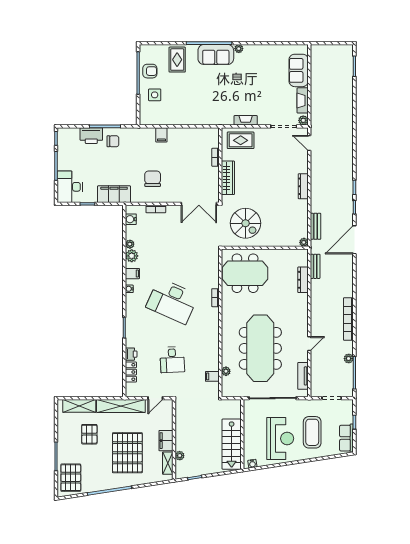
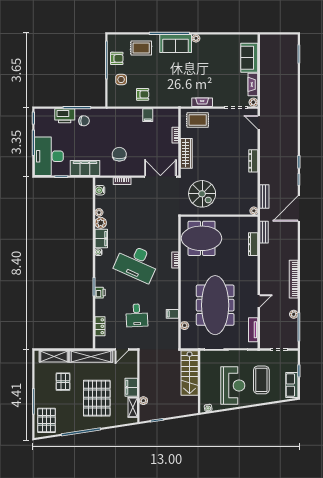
rug: (177, 60) -> (141, 48), turned 90
armchair: (179, 112) -> (143, 94), added
filing cabinet: (161, 135) -> (148, 115), moved
desk: (70, 187) -> (49, 156), width x1.36, depth x1.30
double door: (199, 204) -> (160, 177), swing flipped
filing cabinet: (132, 274) -> (101, 239), width x2.00
printer: (131, 354) -> (100, 293), moved
filing cabinet: (212, 376) -> (172, 314), moved
stairs: (232, 444) -> (190, 373), moved

